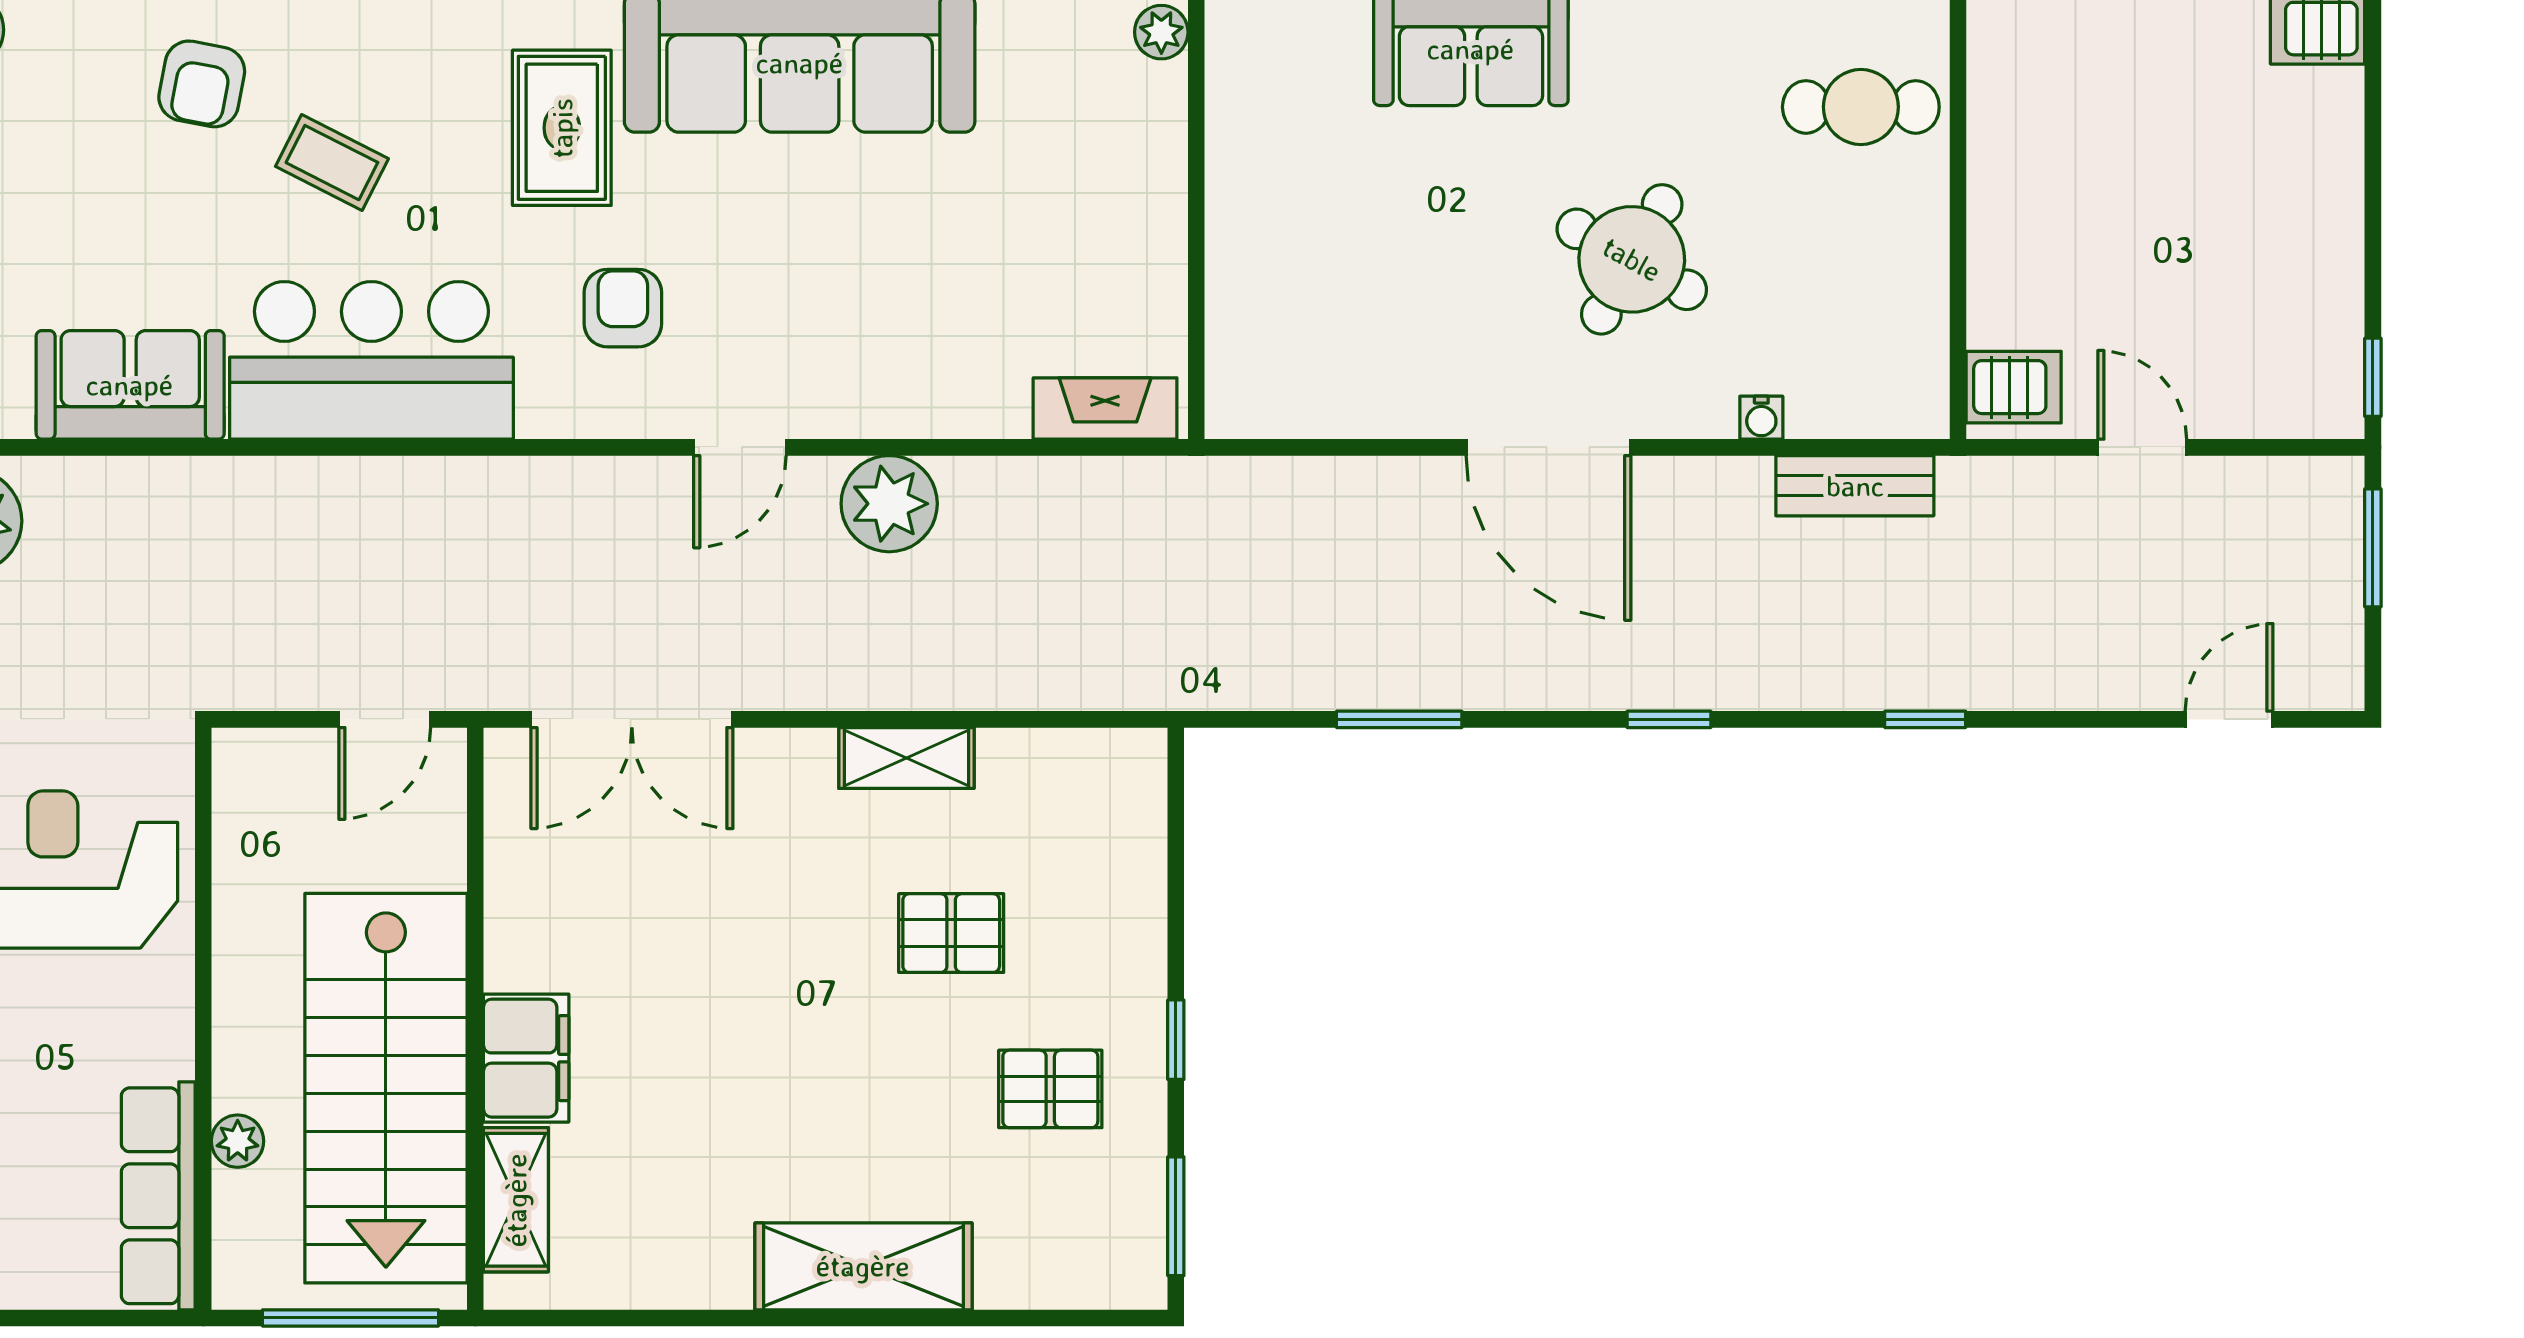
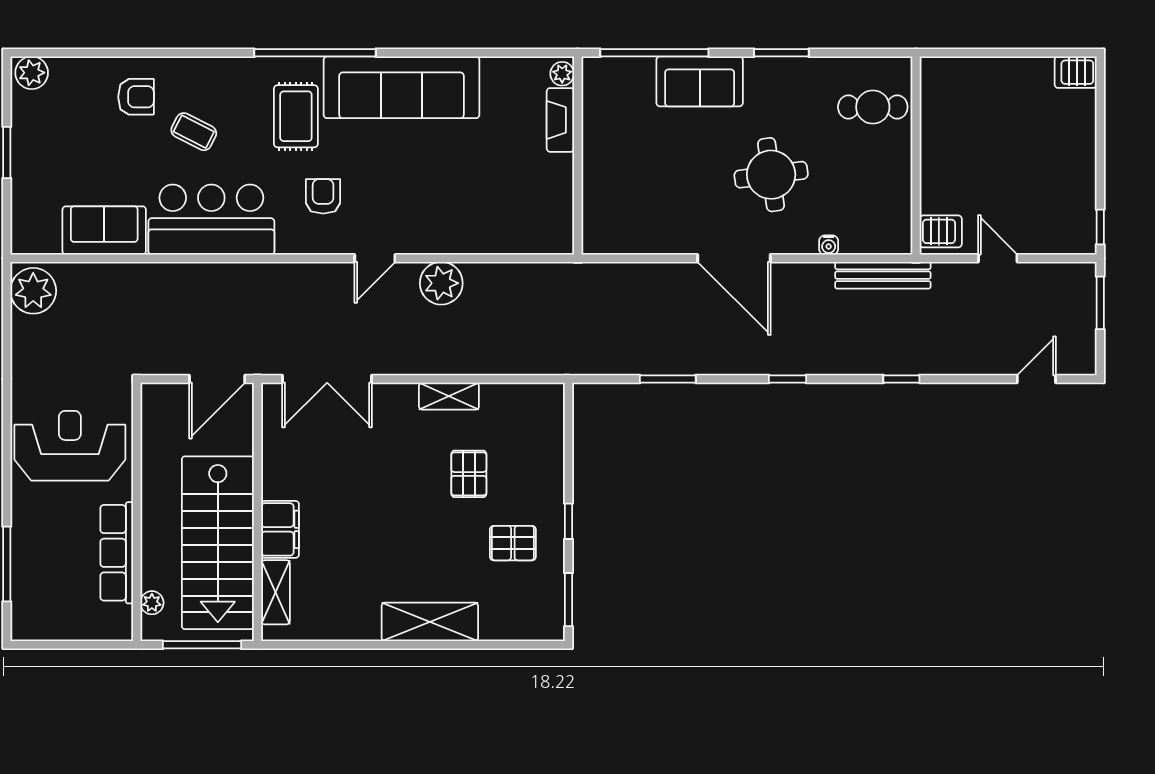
armchair: (202, 84) -> (136, 97), turned -101
round table: (1632, 259) -> (771, 175), turned -37
fireplace: (1105, 408) -> (560, 120), moved, turned -90
bench: (1855, 486) -> (883, 275), width x1.36
door: (385, 719) -> (217, 379), width x1.38
pallet: (951, 933) -> (469, 474), turned 90
plant: (238, 1141) -> (152, 603), moved
row of seats: (158, 1196) -> (117, 553), moved

